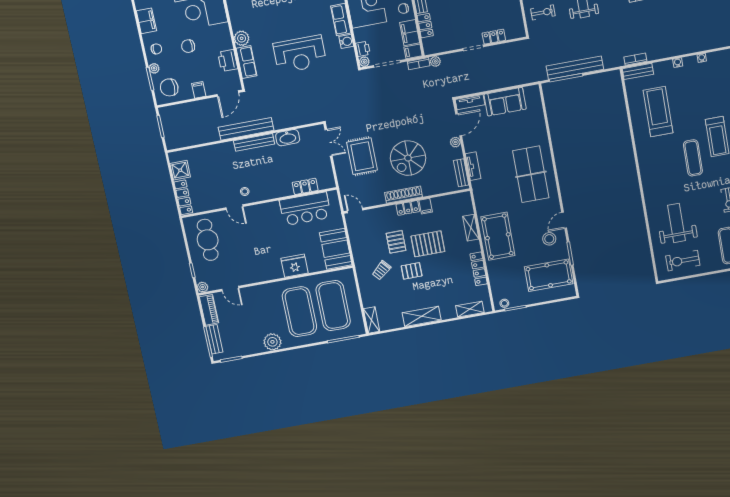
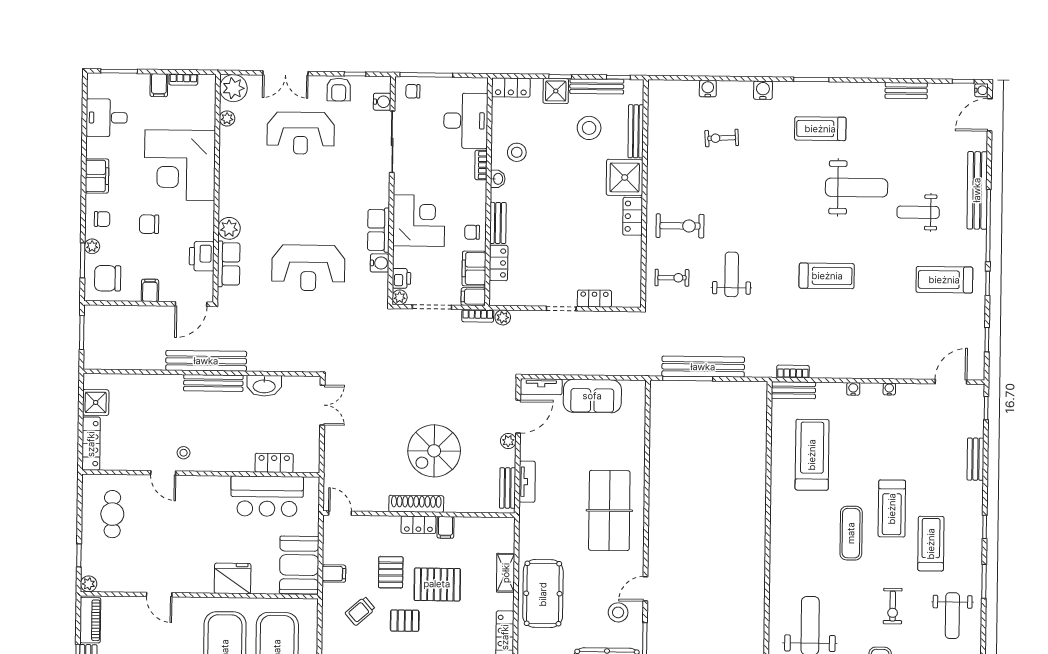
rug: (362, 156) -> (367, 435), removed
cafe table: (208, 240) -> (112, 514), width x0.73, depth x0.74
filing cabinet: (359, 250) -> (334, 574), added
door: (230, 289) -> (159, 595), moved

